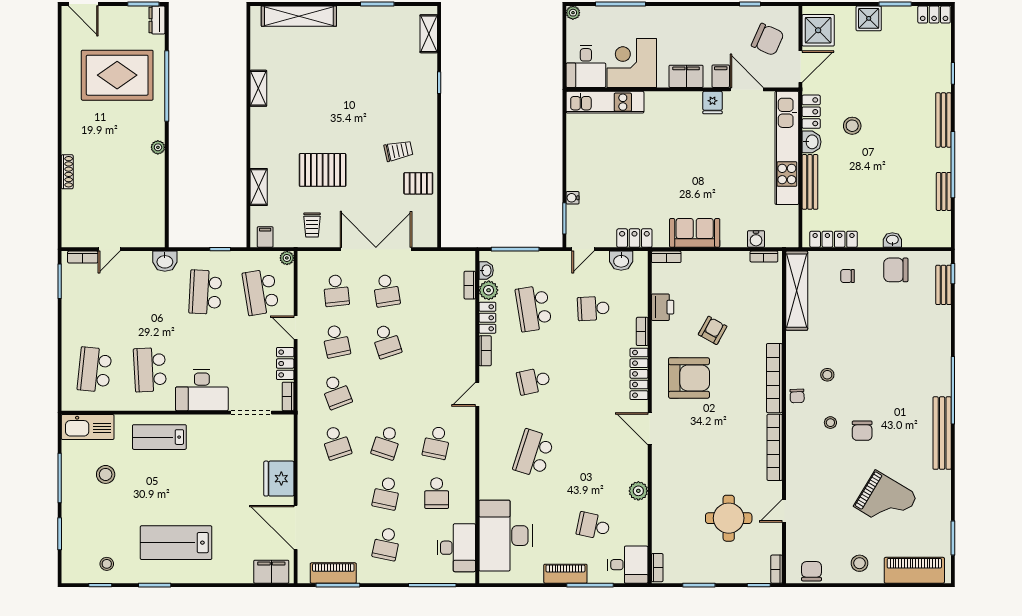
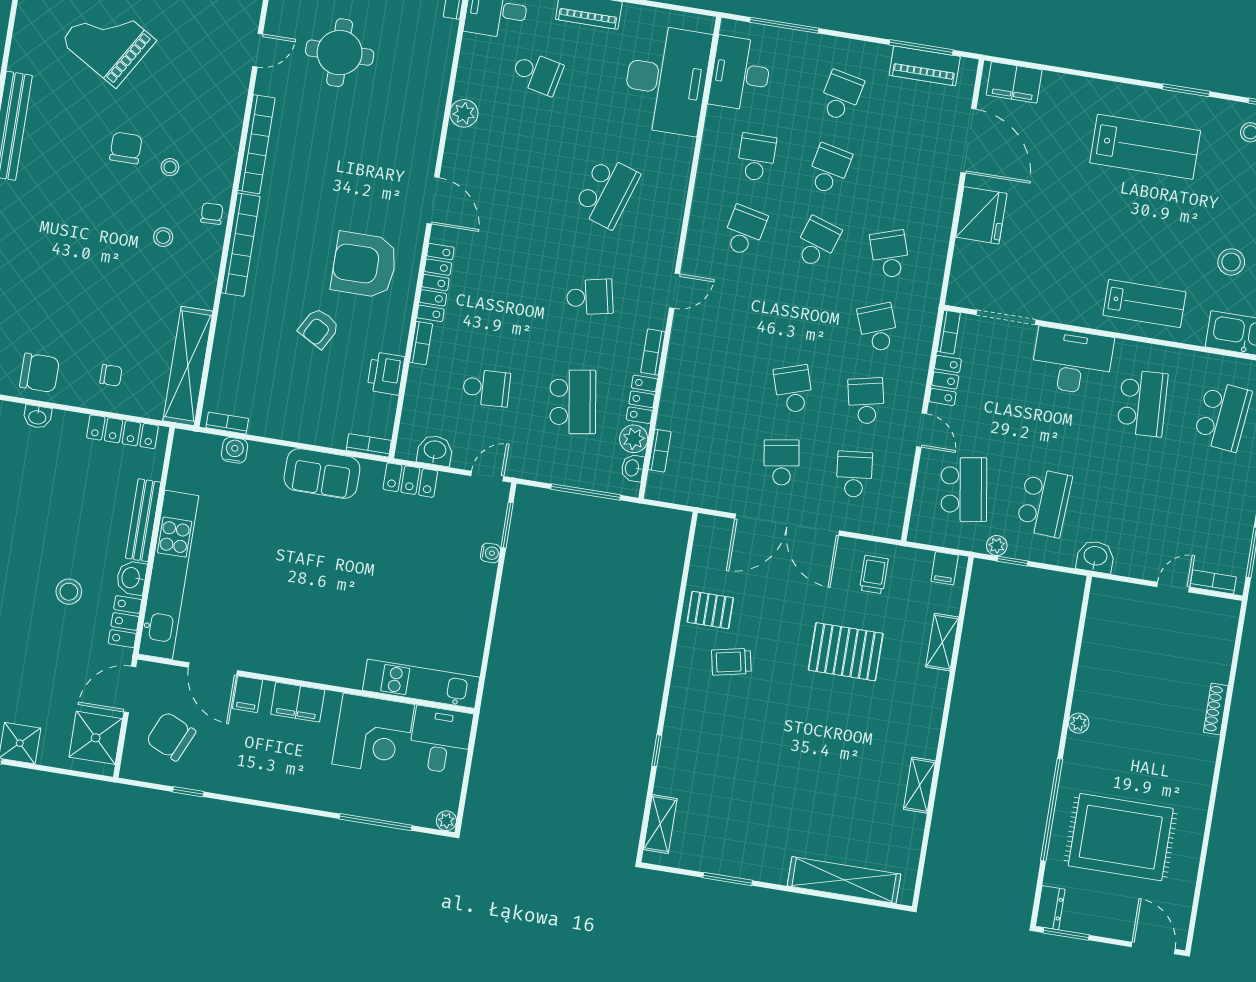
fridge: (712, 103) -> (266, 658), removed
plant: (287, 258) -> (997, 546), moved

